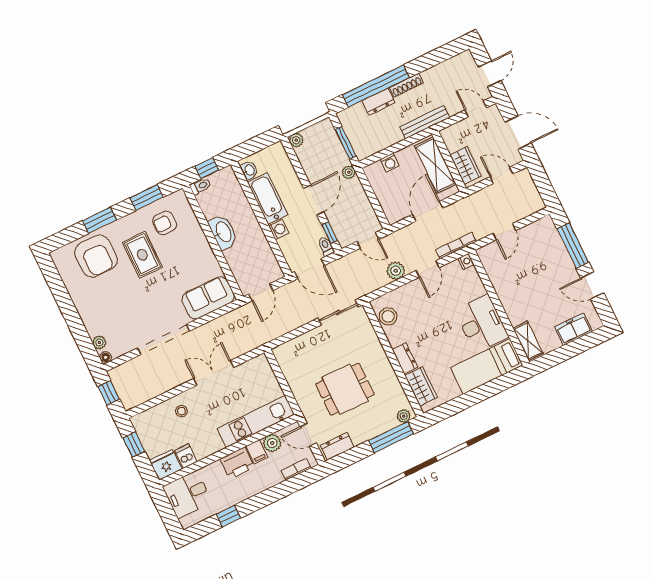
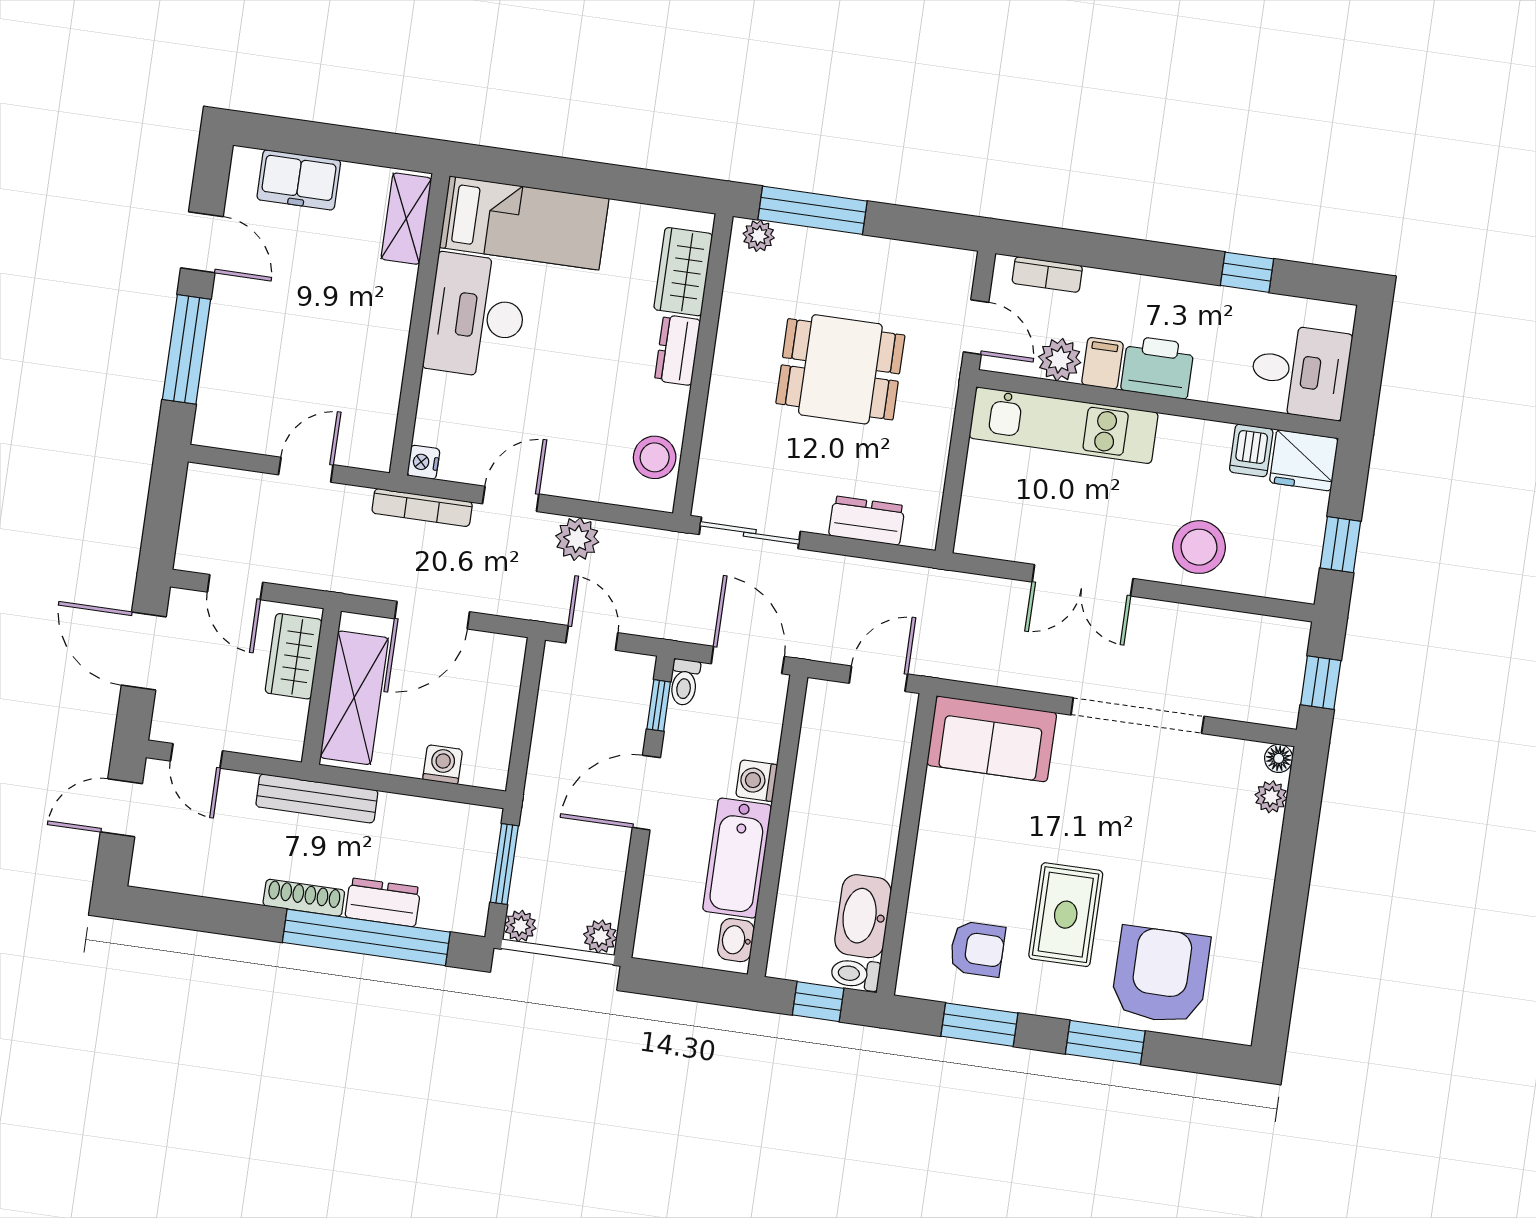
plant: (349, 172) -> (520, 926), moved
washbasin: (223, 232) -> (863, 916), moved
stool: (181, 411) -> (1199, 547), width x1.89, depth x1.89
dresser: (337, 446) -> (867, 521), moved, turned 180

